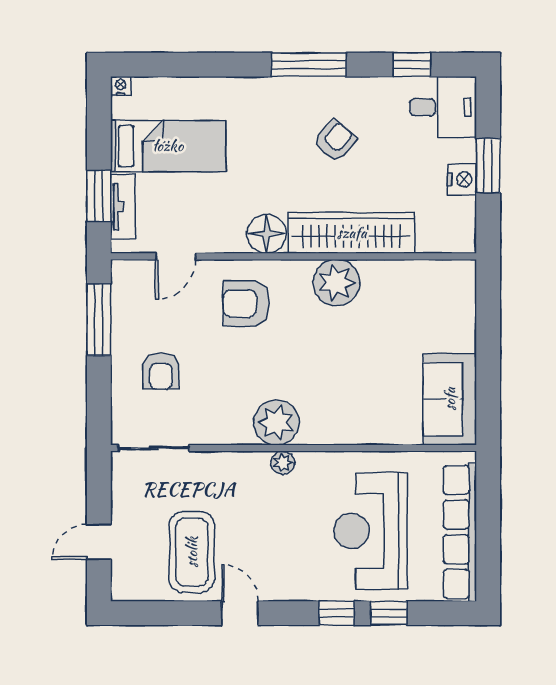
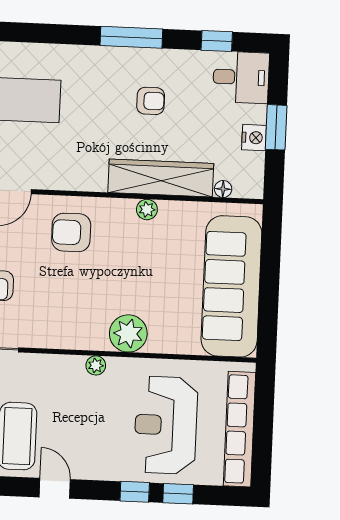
armchair: (335, 140) -> (151, 101), turned 49
floor lamp: (267, 234) -> (223, 189), moved, width x0.53, depth x0.53
plant: (336, 283) -> (147, 210), width x0.53, depth x0.53
sofa: (450, 399) -> (231, 286), width x1.85, depth x1.27
plant: (276, 422) -> (128, 333), moved

